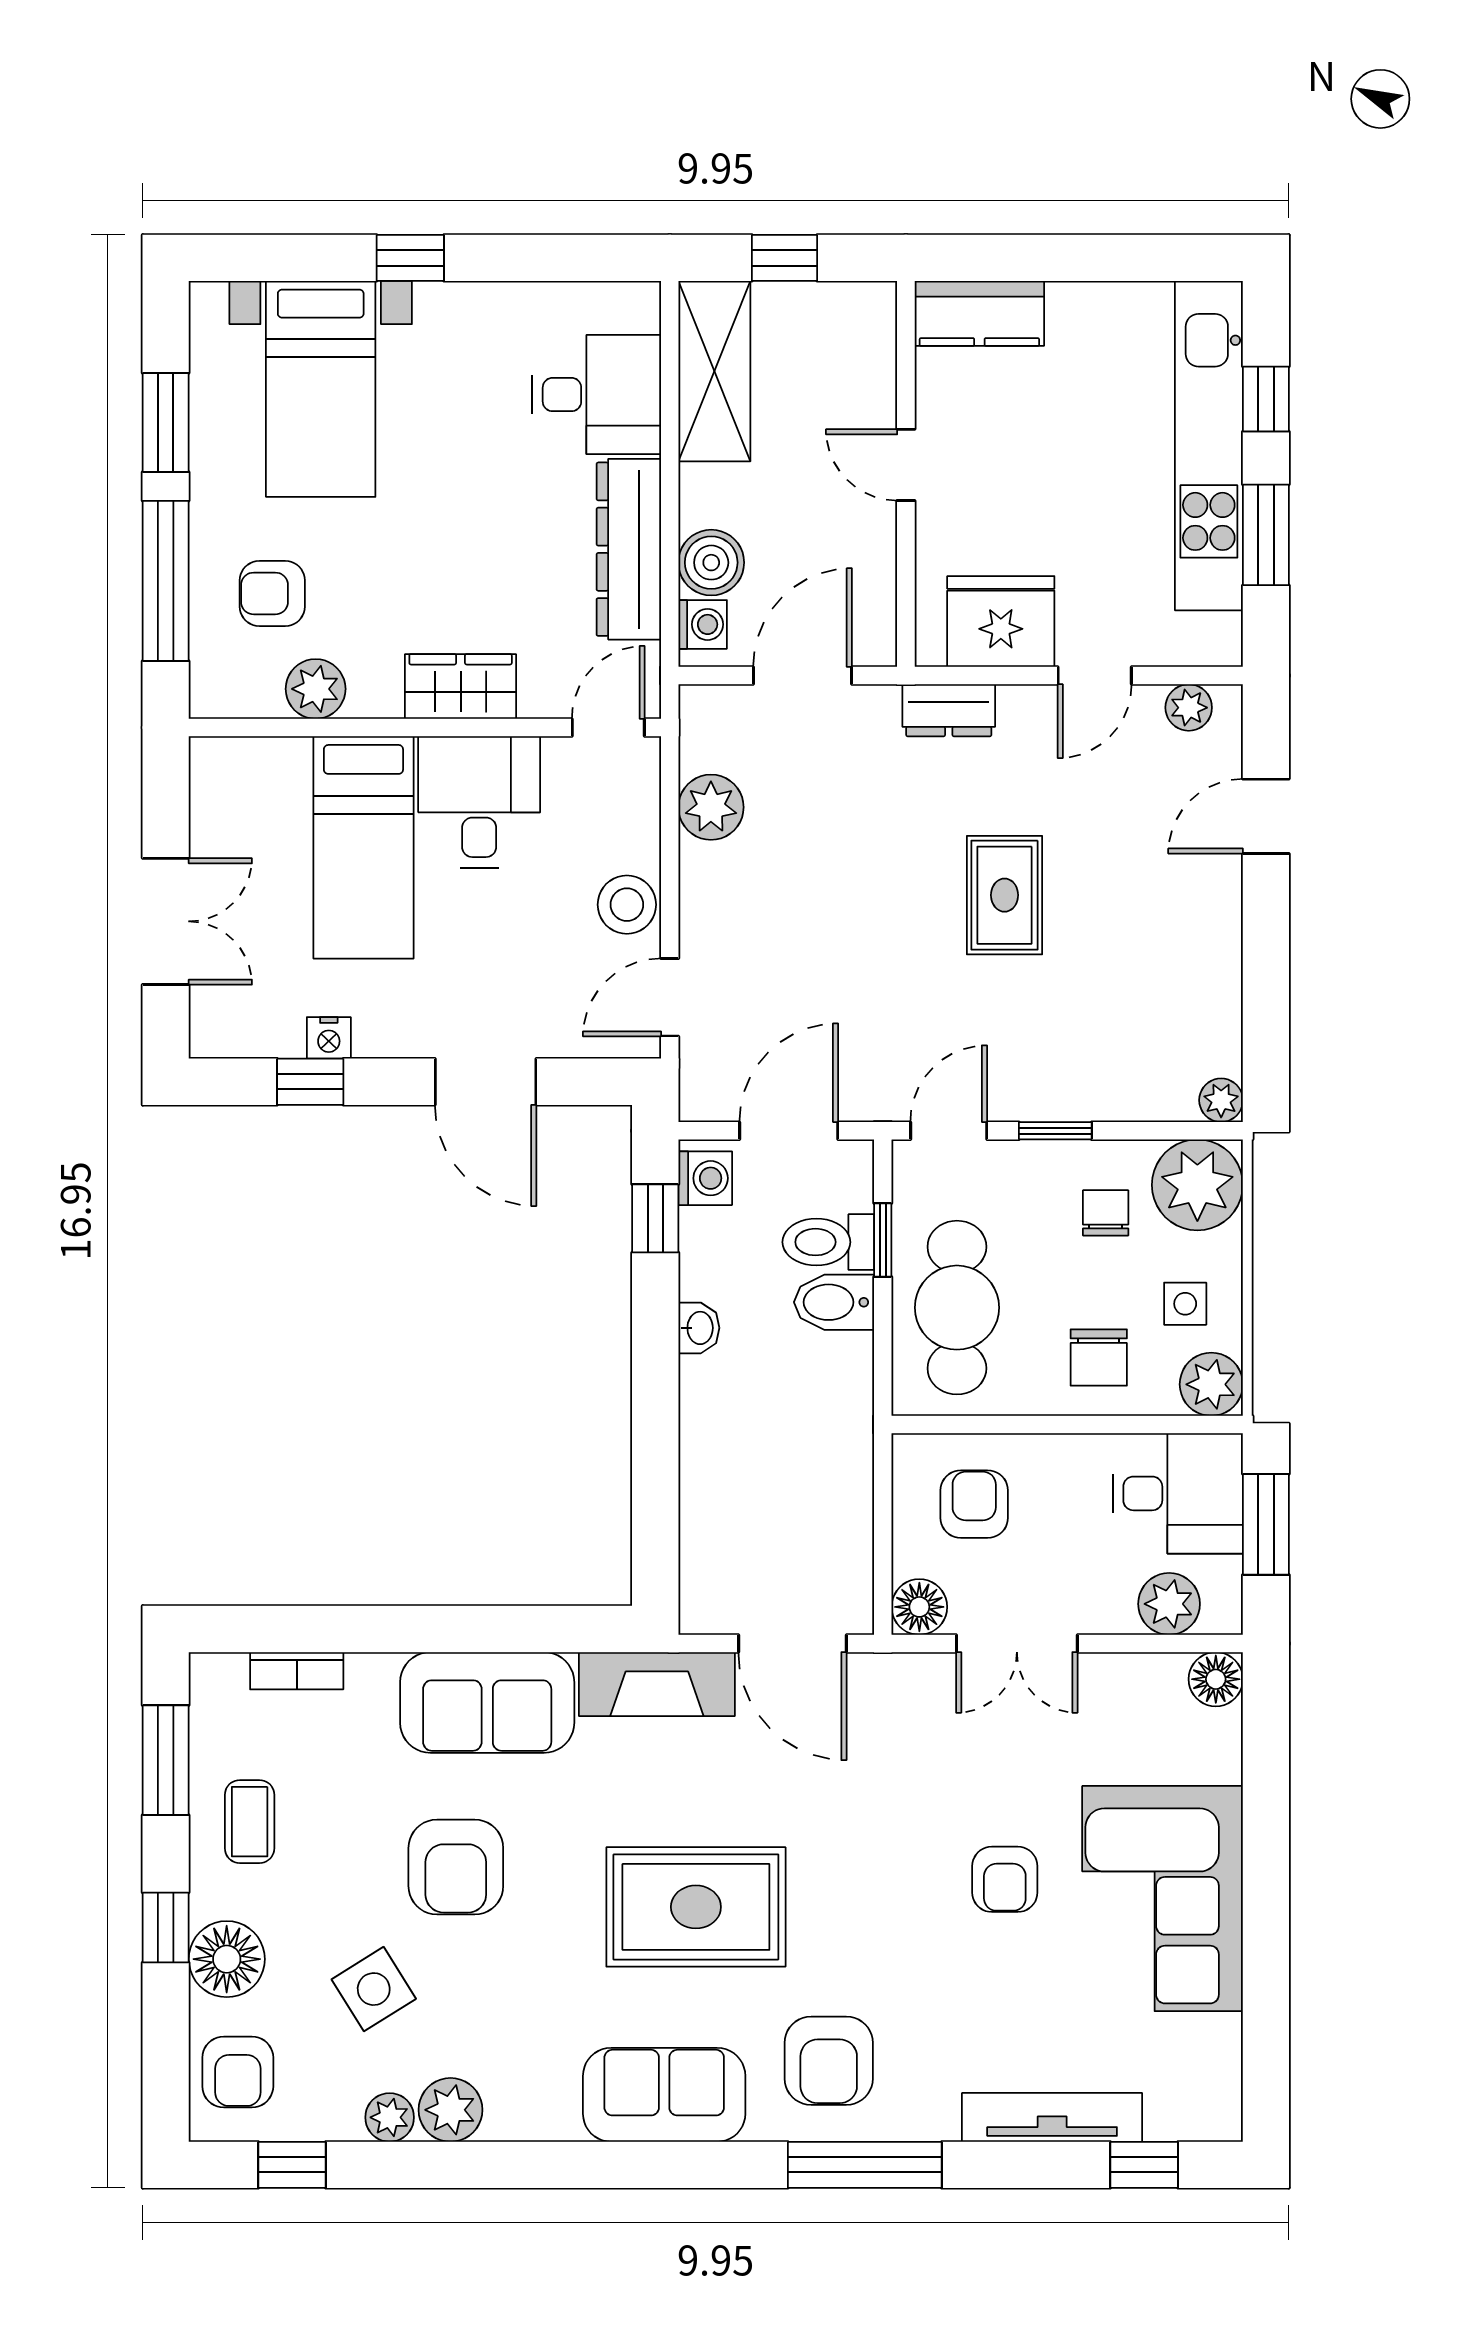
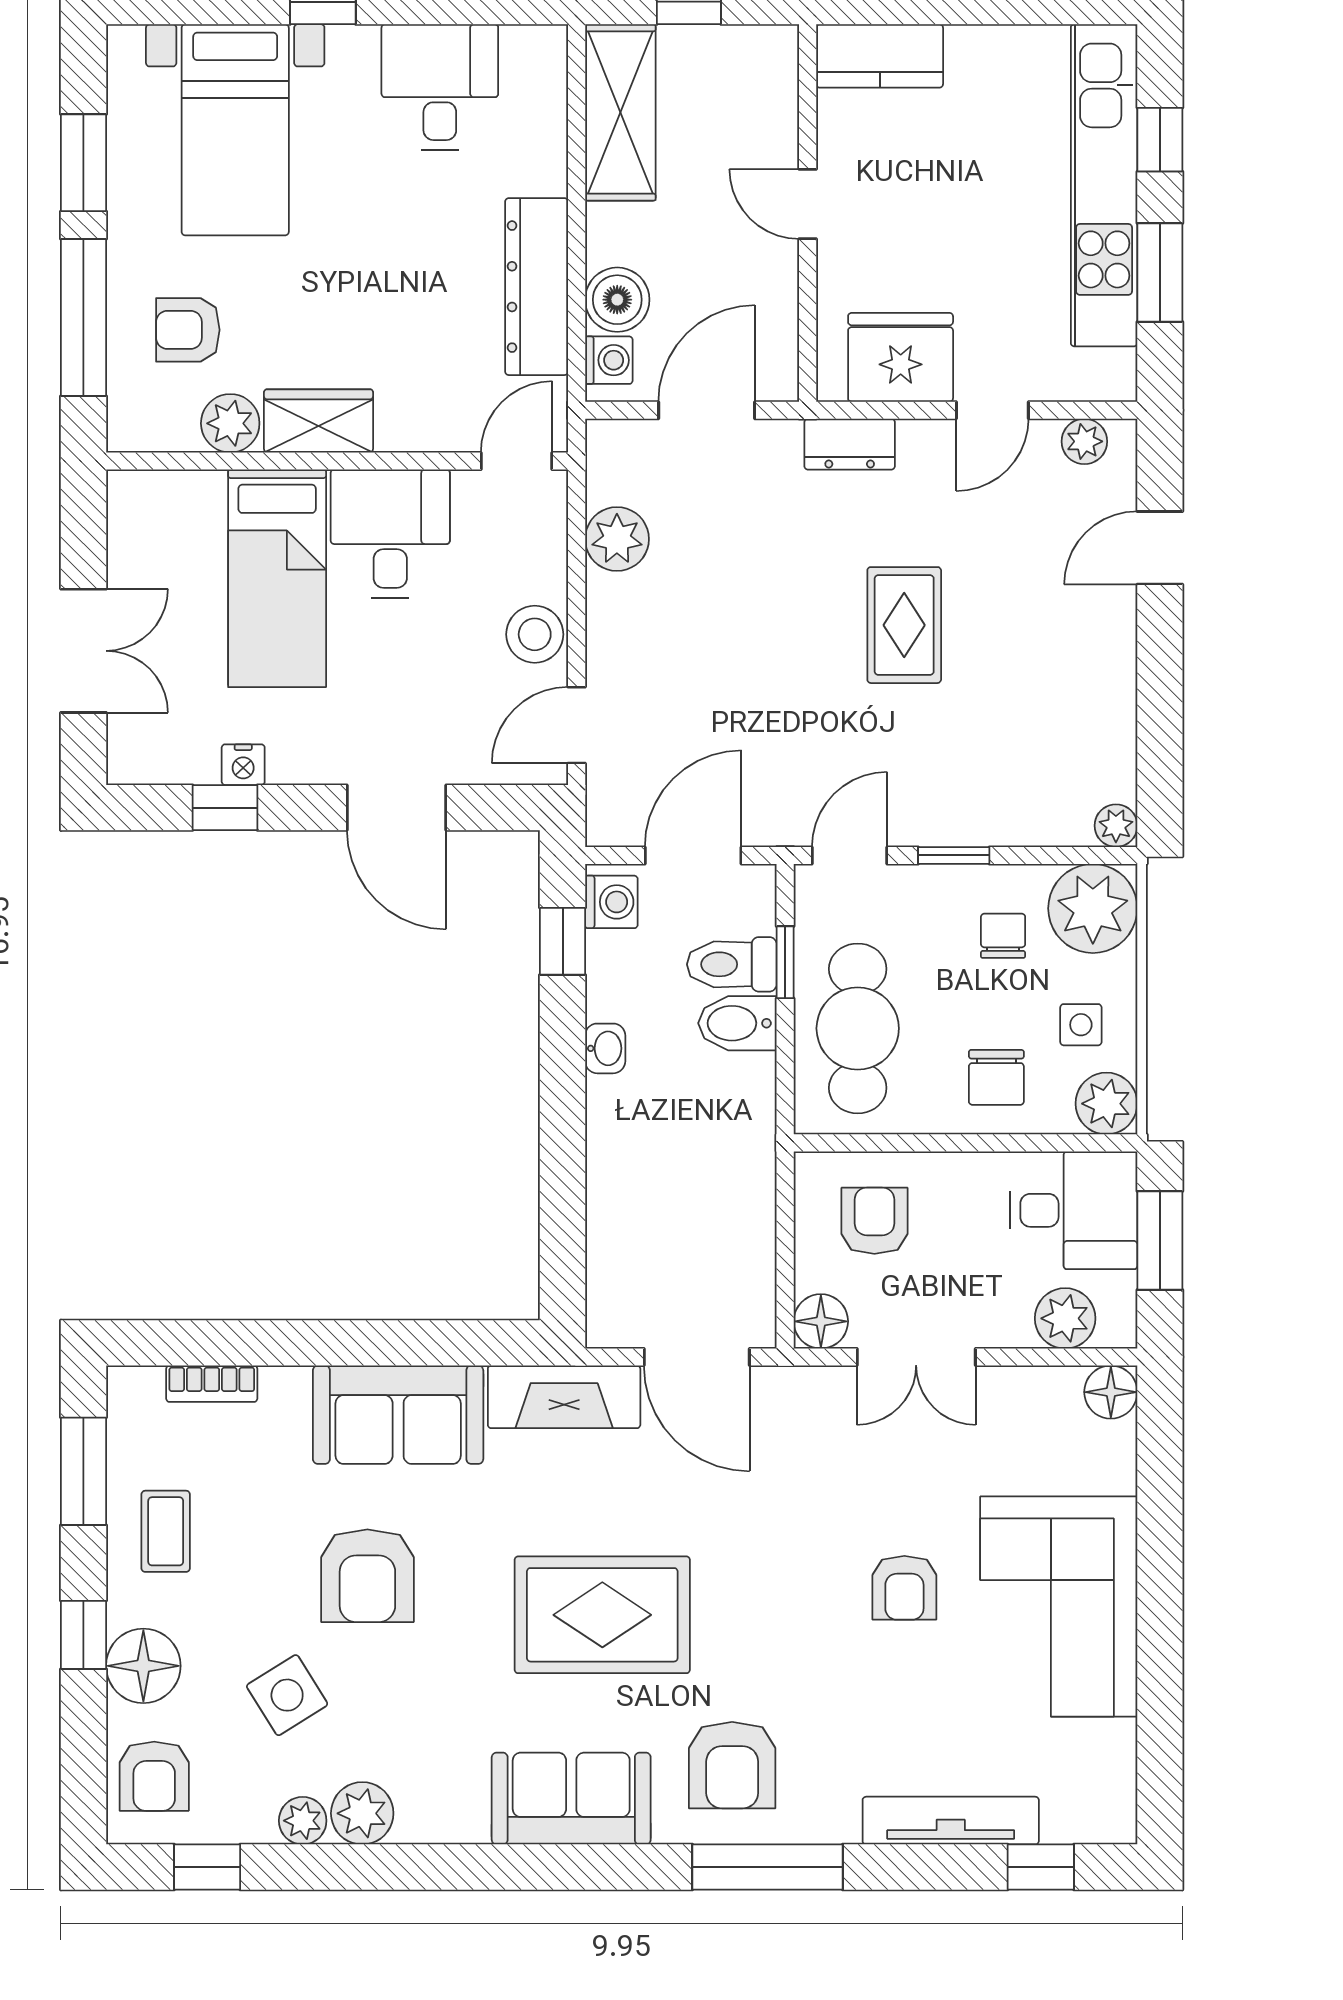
desk: (597, 395) -> (440, 87), moved, turned -90
wardrobe: (461, 686) -> (319, 421), moved

